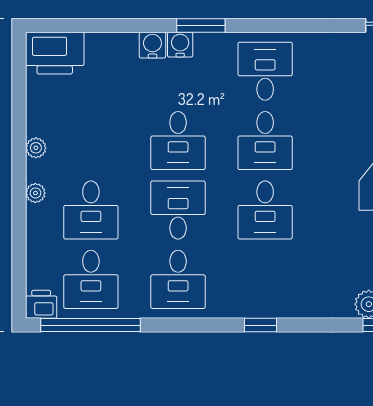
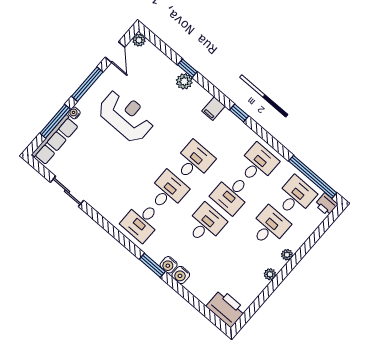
filing cabinet: (299, 302) -> (213, 109), added

